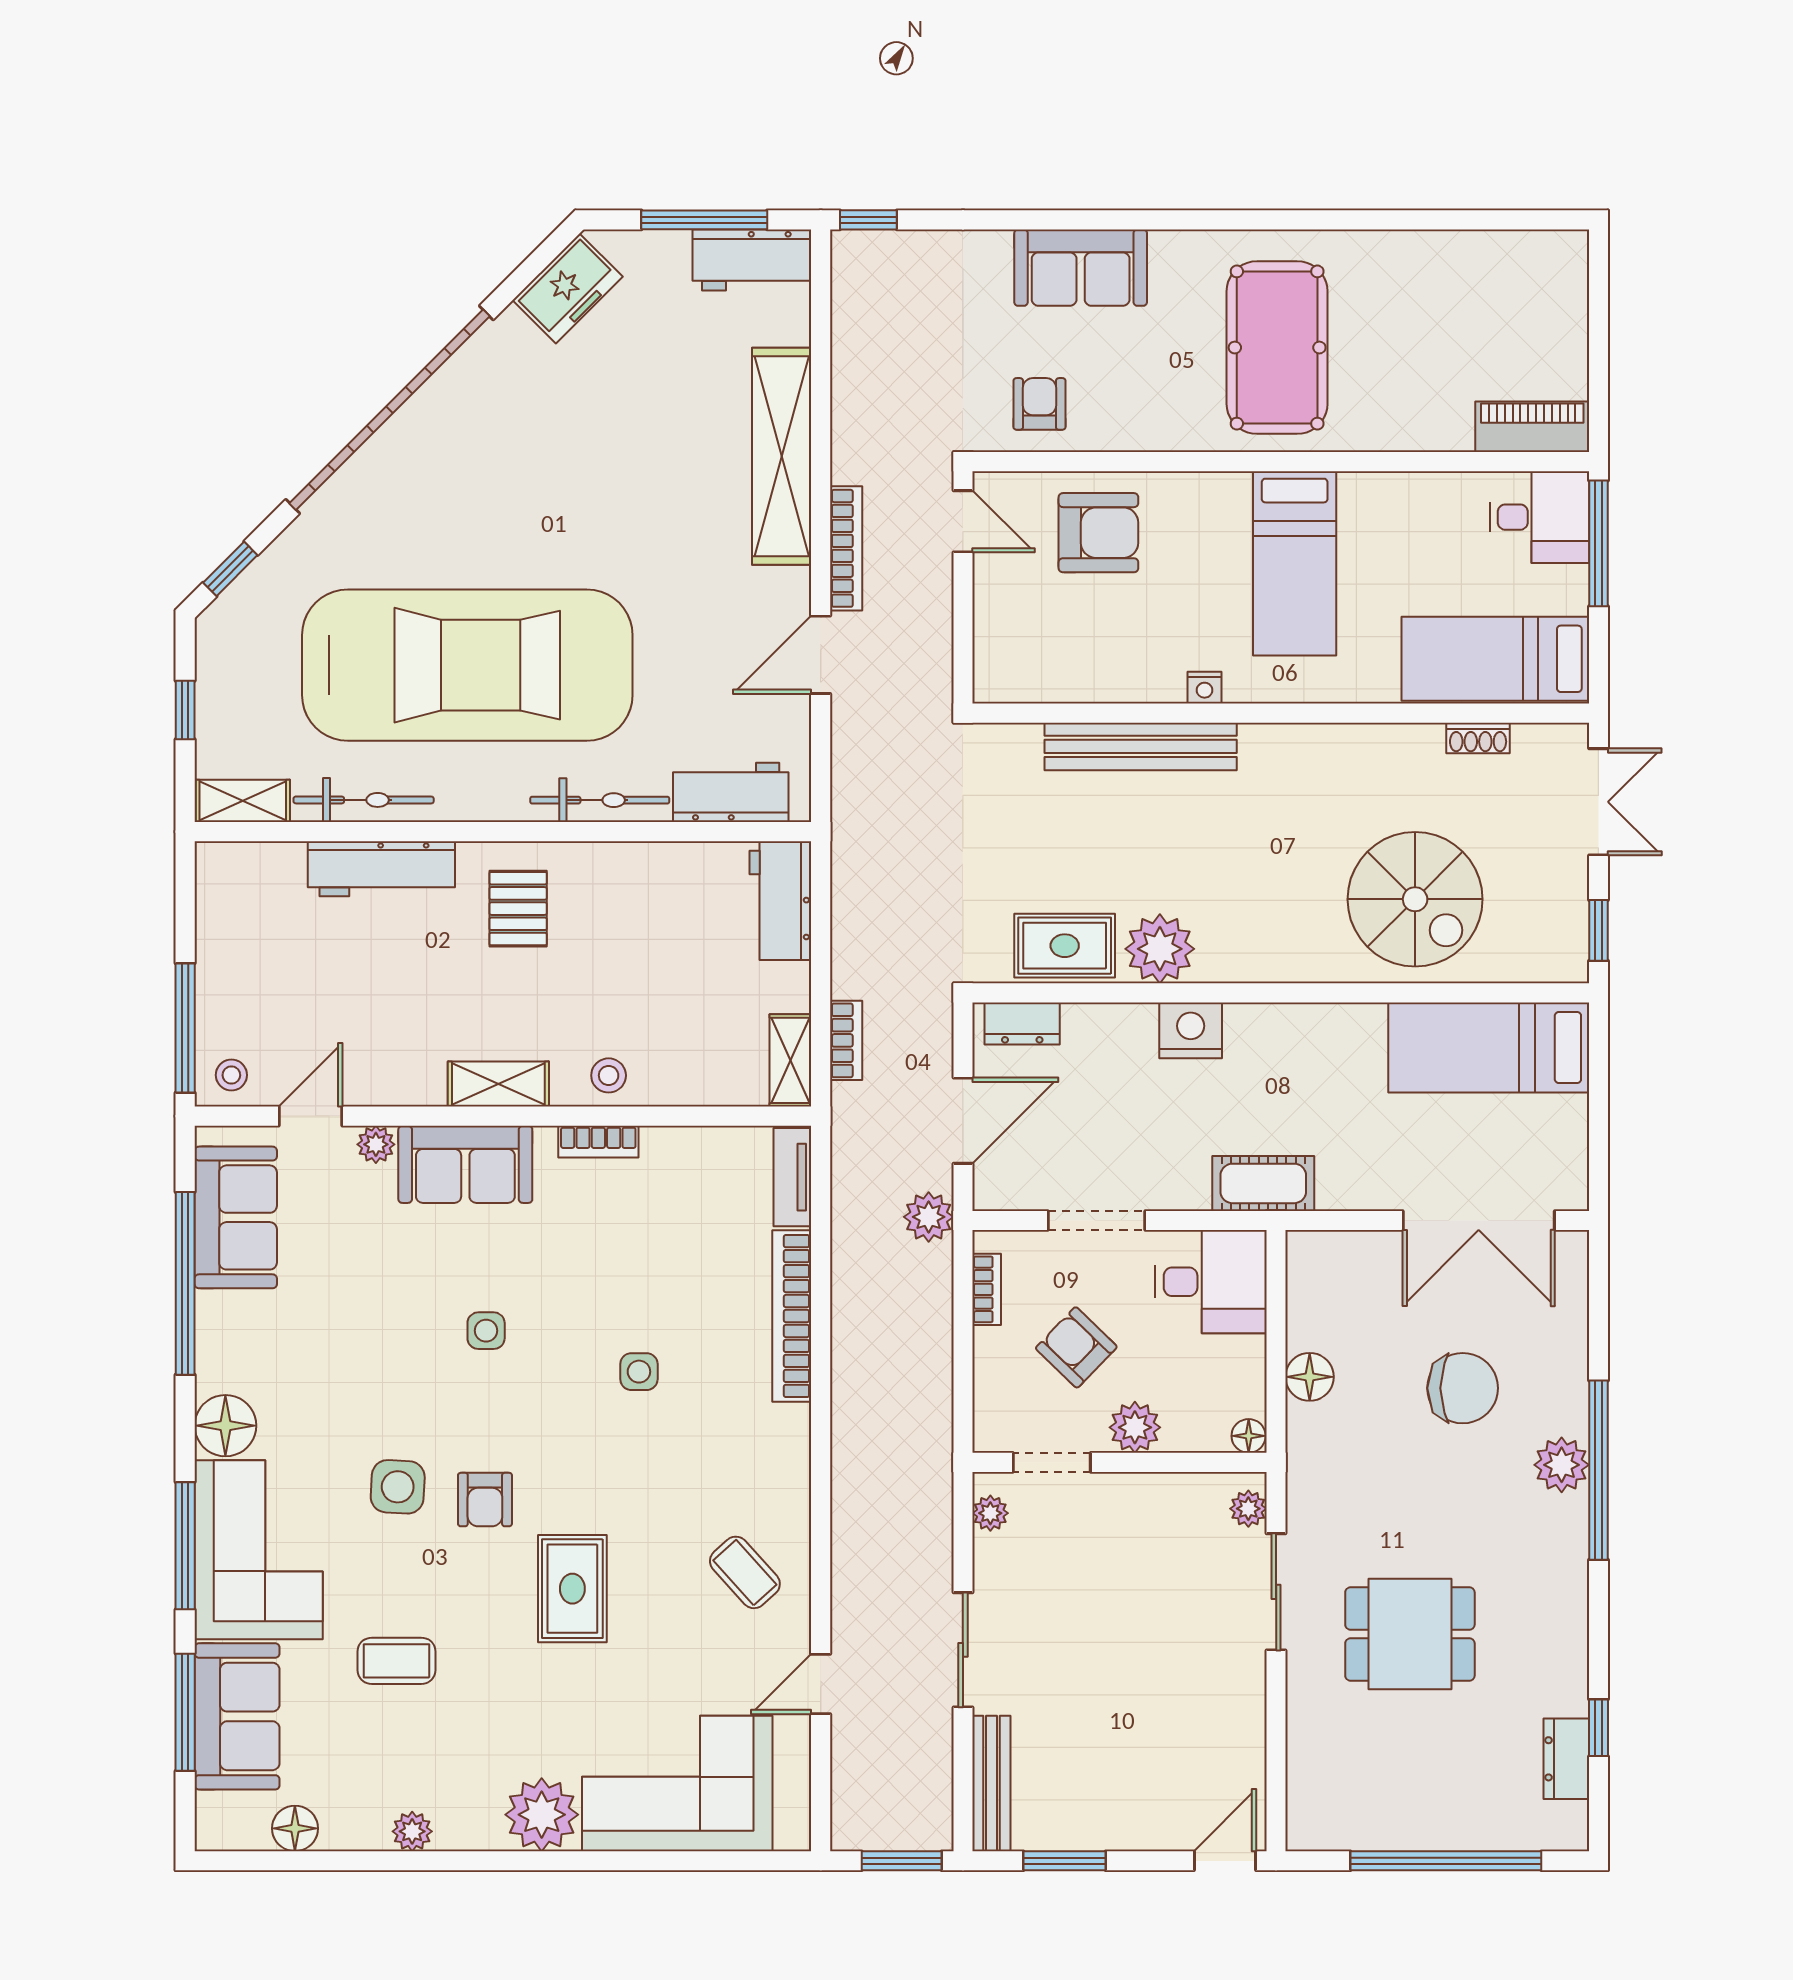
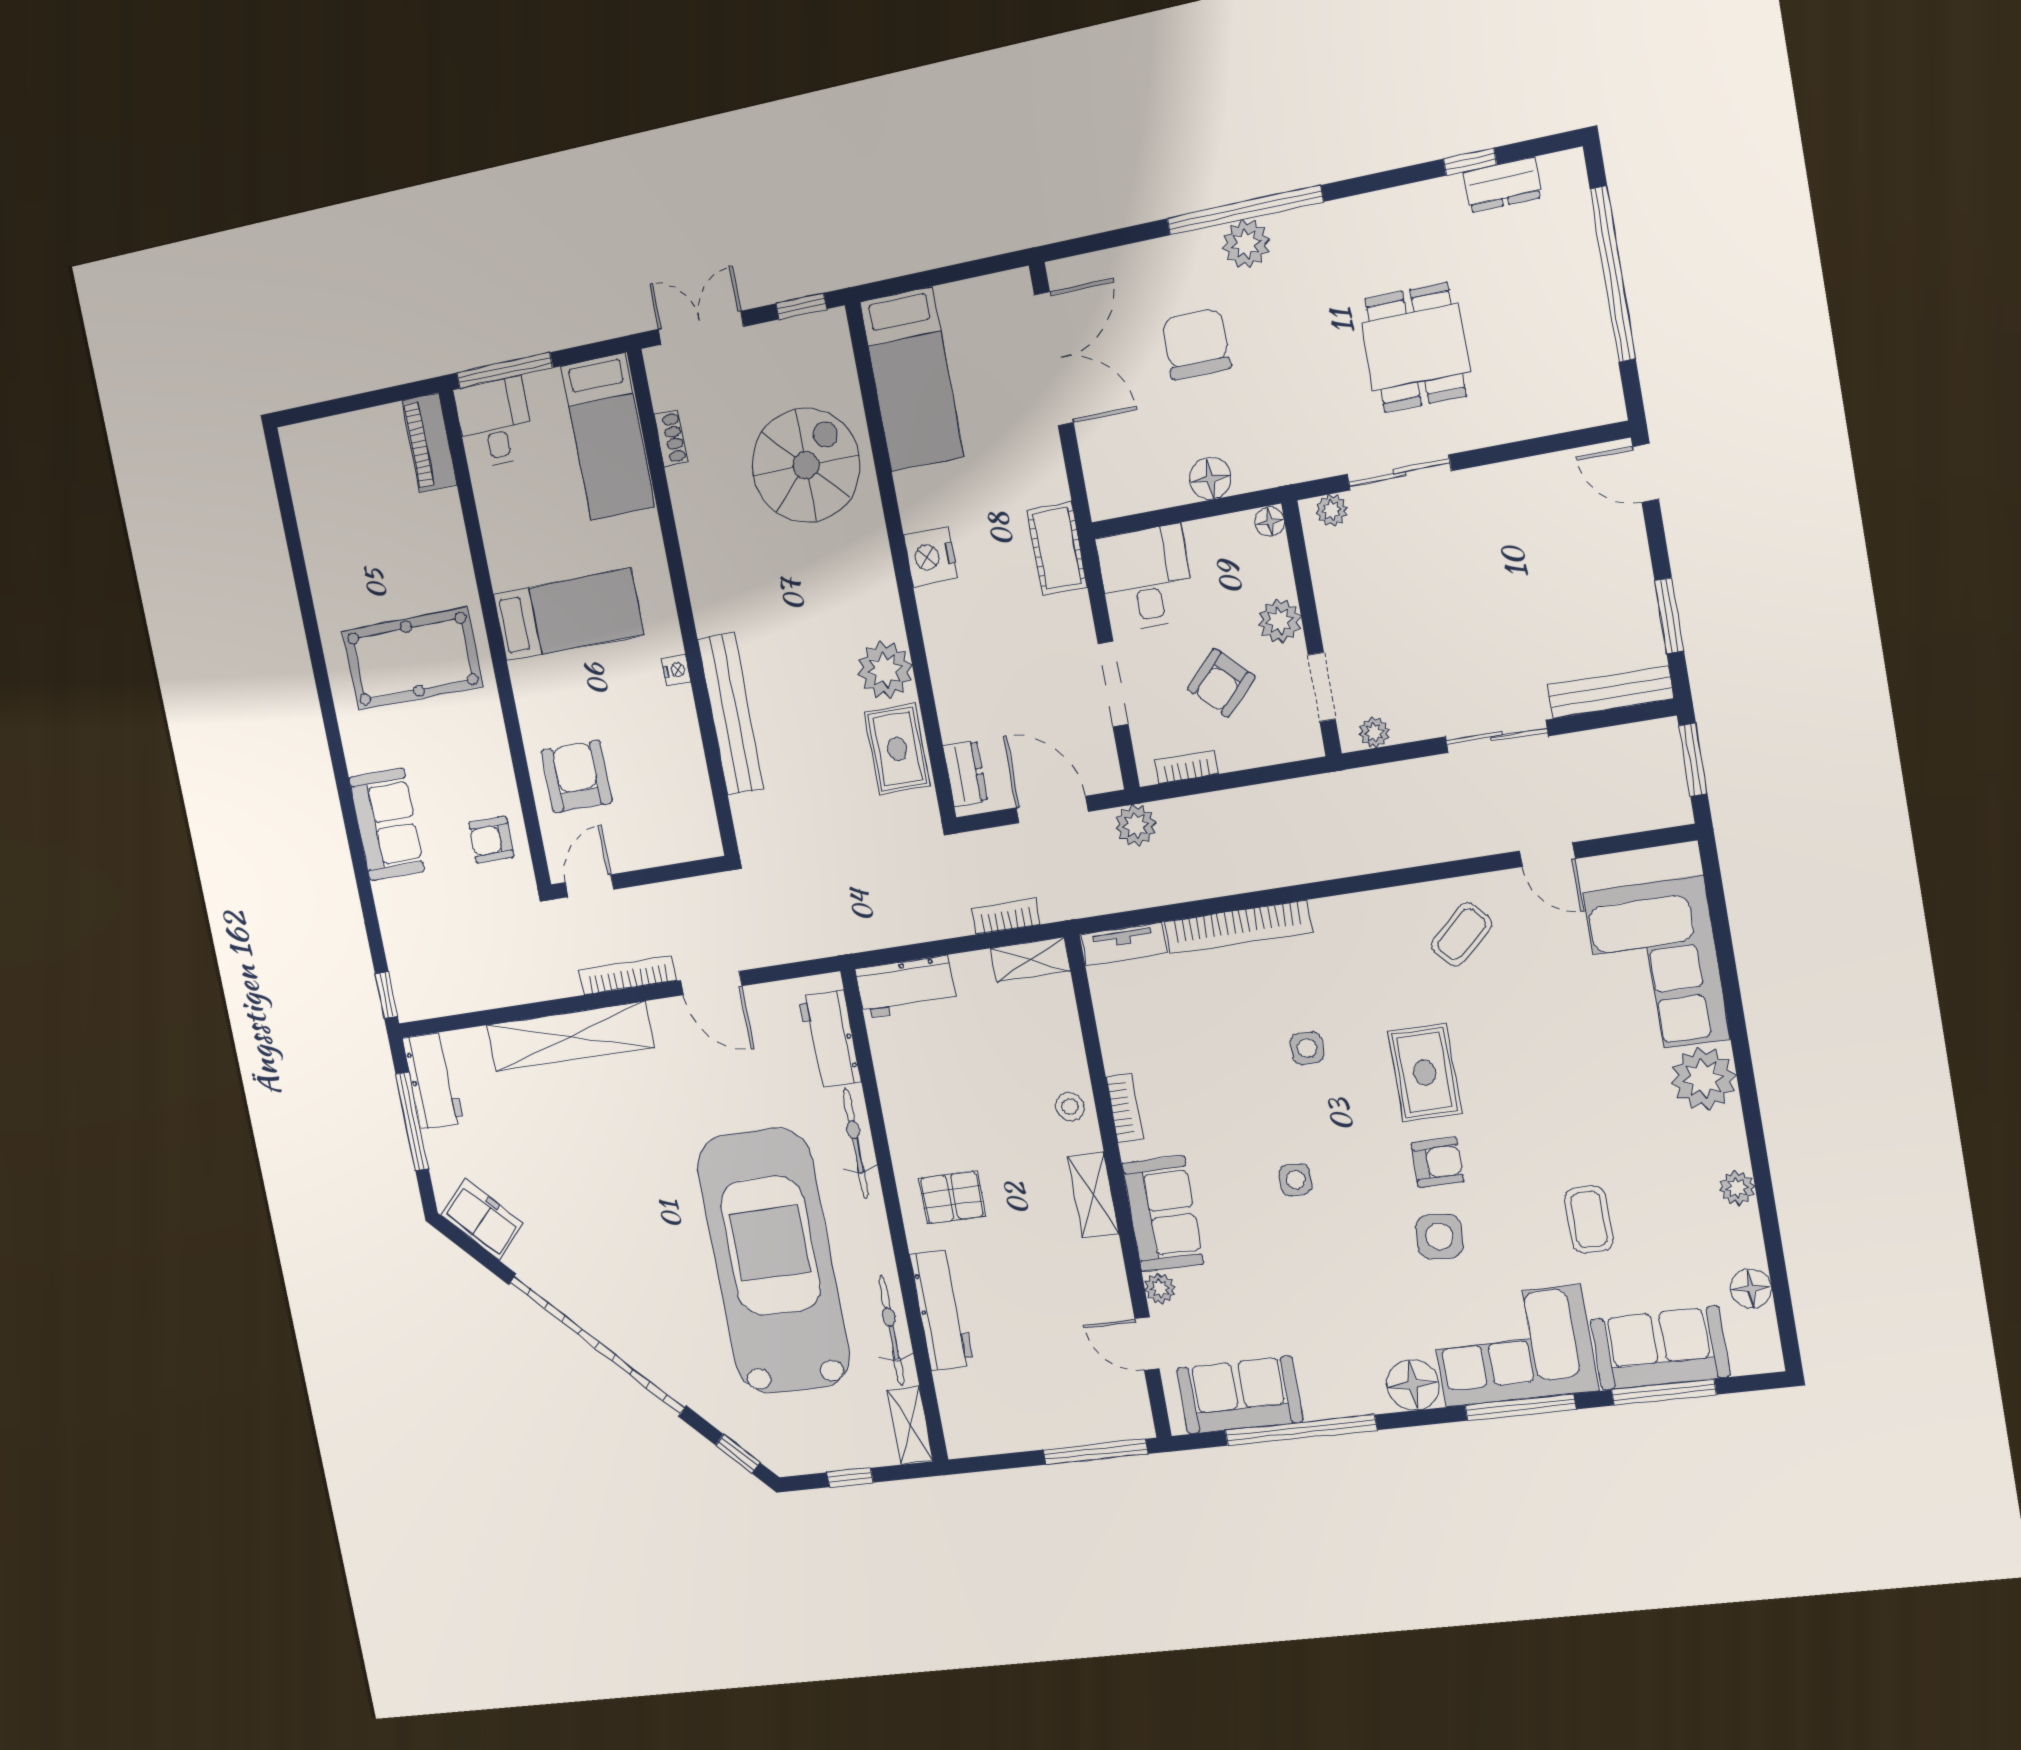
nightstand: (1191, 1030) -> (931, 557), moved
stool: (231, 1075) -> (1126, 1411), removed
rug: (572, 1589) -> (1425, 1072), moved, turned 90

